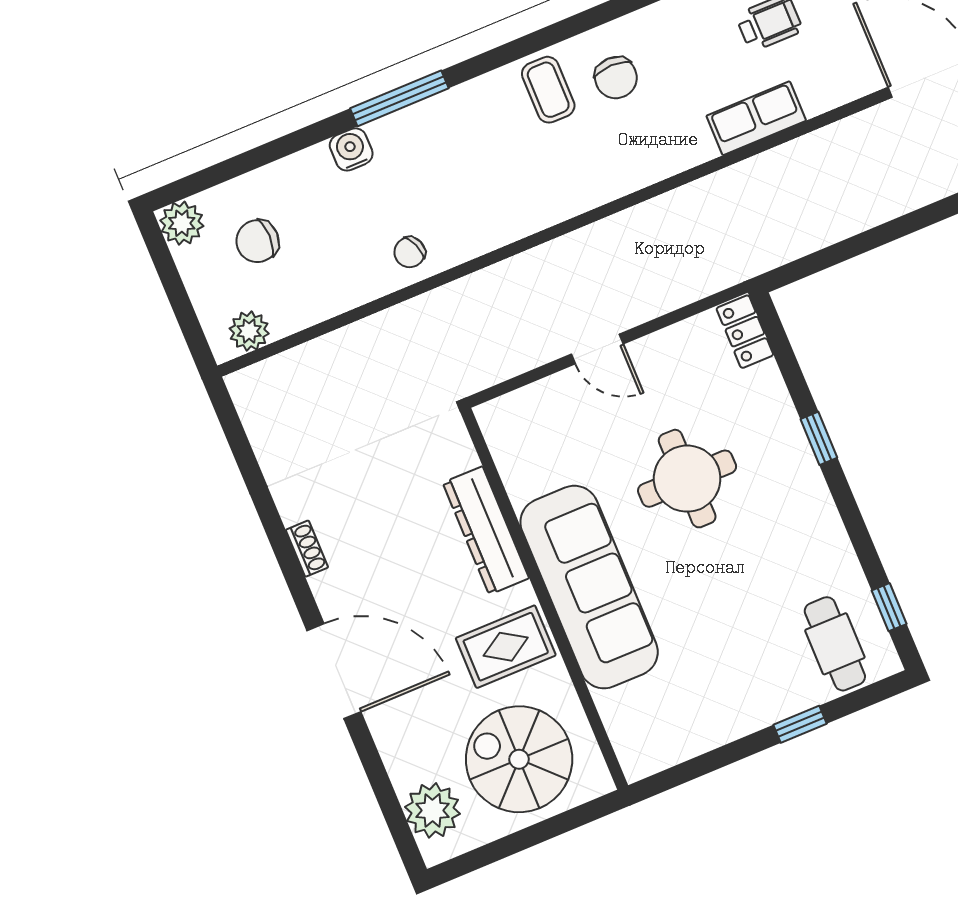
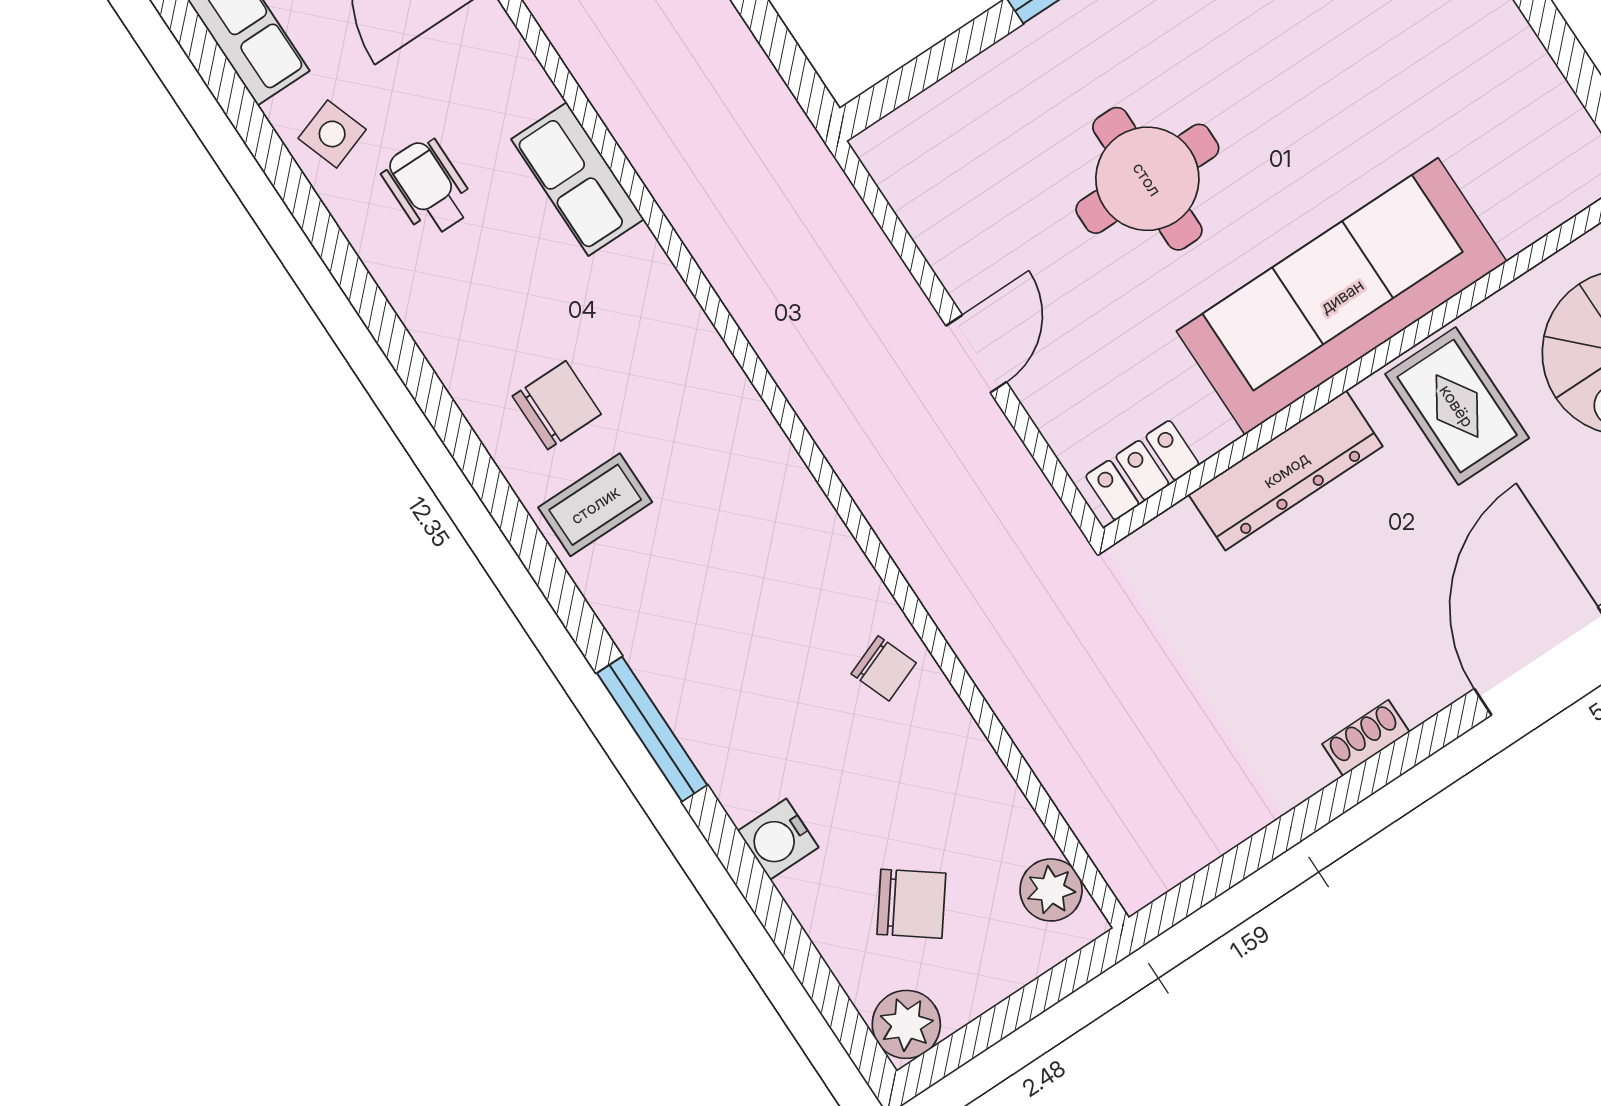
water cooler: (351, 149) -> (778, 839), moved
chair: (257, 241) -> (911, 904), turned -53
locker: (745, 332) -> (1142, 470), moved, turned 180

